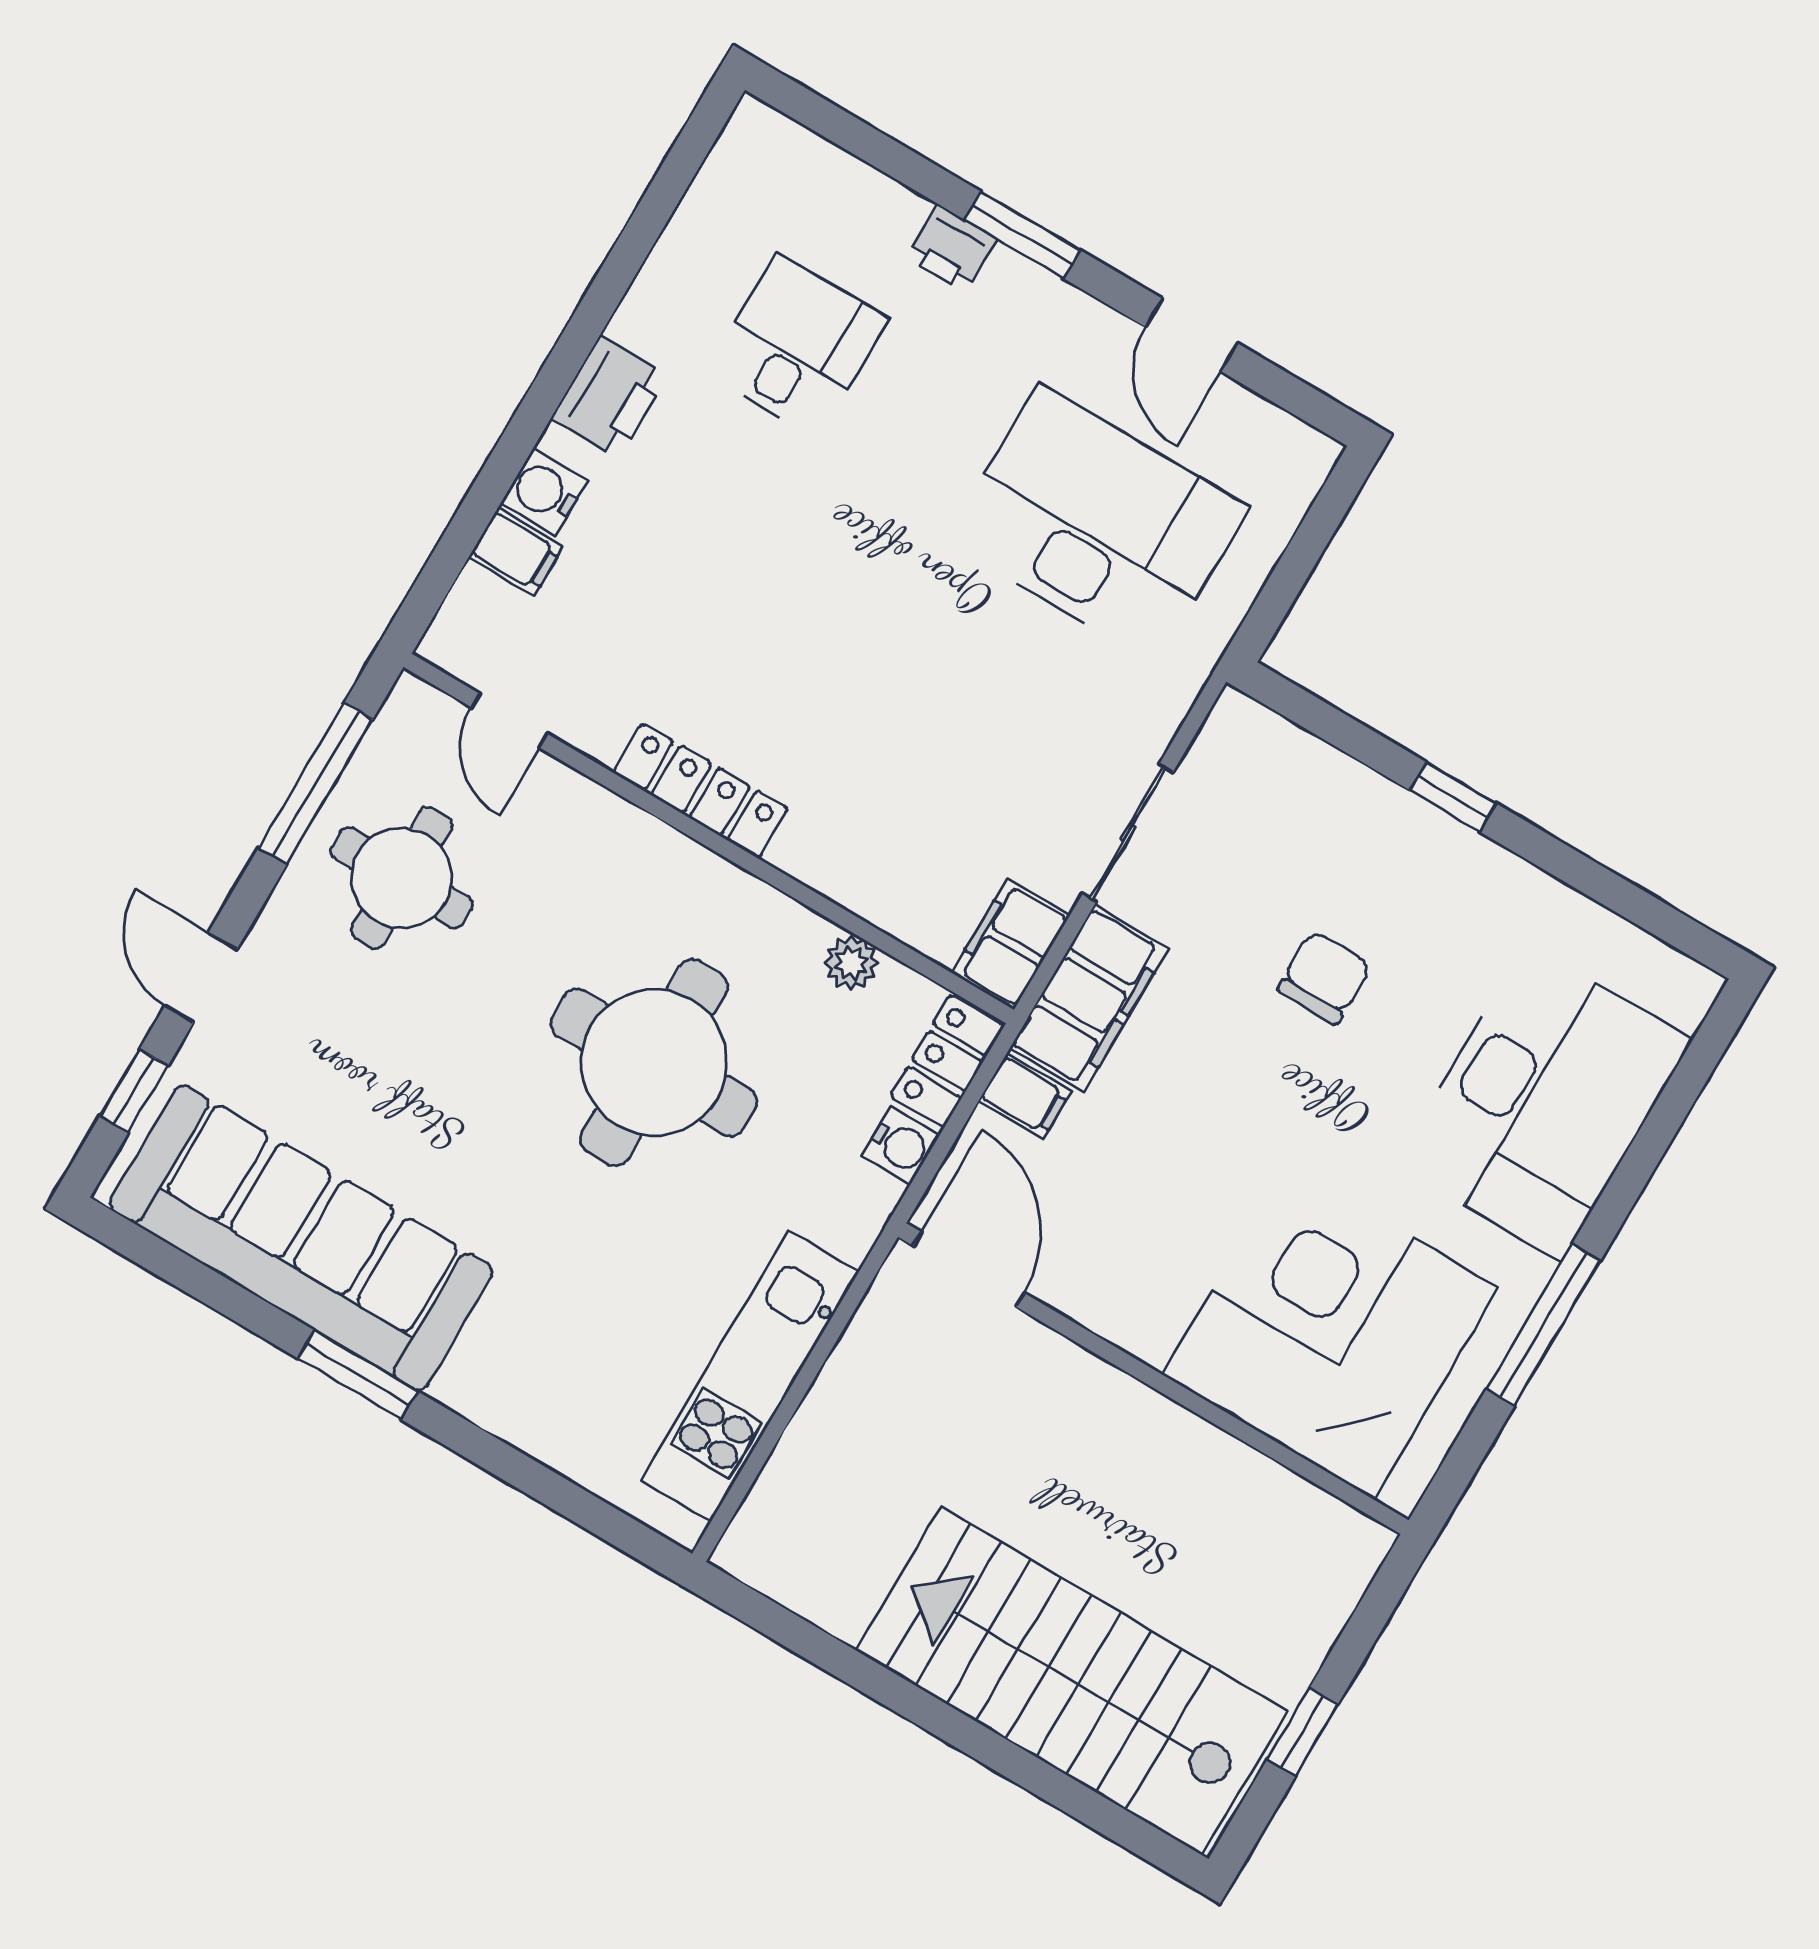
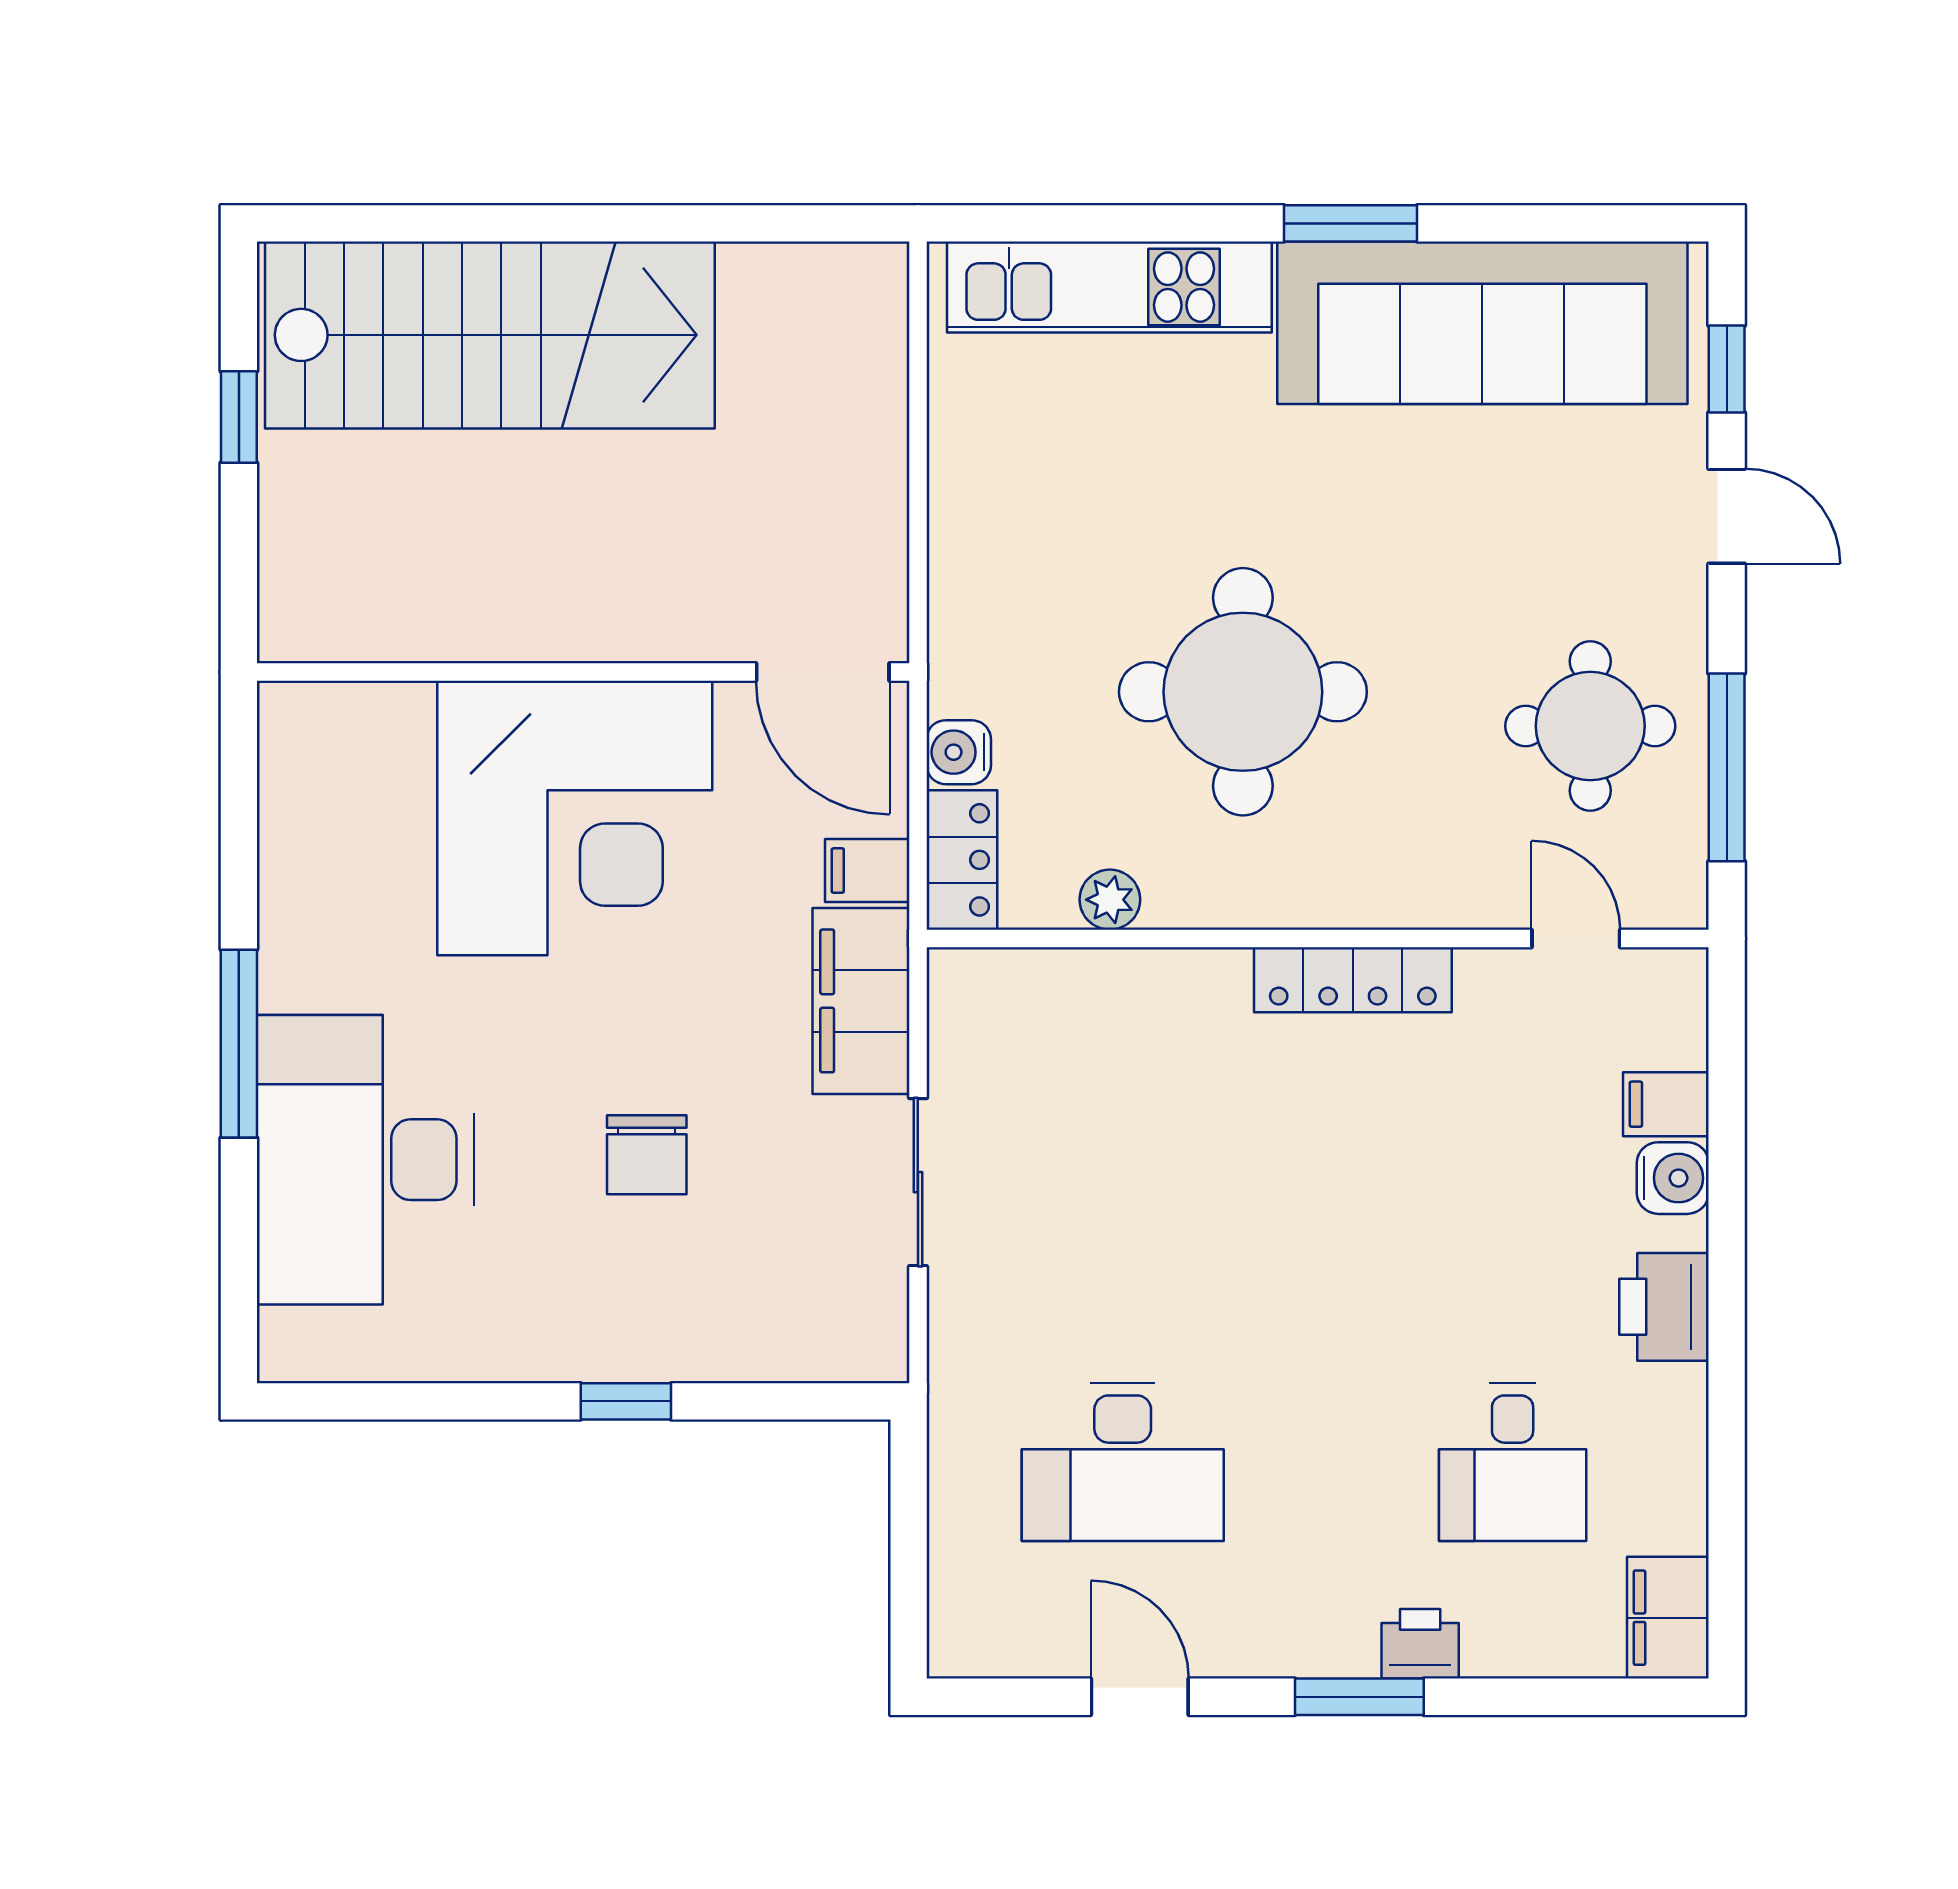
desk: (1098, 524) -> (1123, 1462), width x0.73, depth x0.77
filing cabinet: (1011, 944) -> (1668, 1618), moved, turned 180
window: (1543, 1325) -> (239, 1044), moved
corner desk: (1330, 1331) -> (575, 818), moved
kitchen unit: (750, 1376) -> (1109, 287), moved, turned 90

